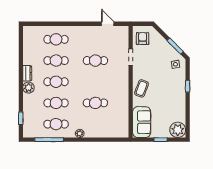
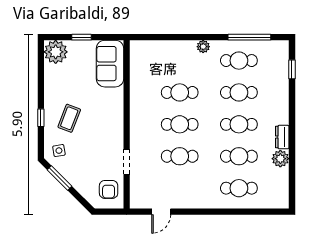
door: (108, 24) -> (161, 212), hinge flipped
cafe table: (95, 82) -> (180, 124), added
plant: (28, 88) -> (280, 159), moved
coffee table: (142, 88) -> (69, 118), moved

